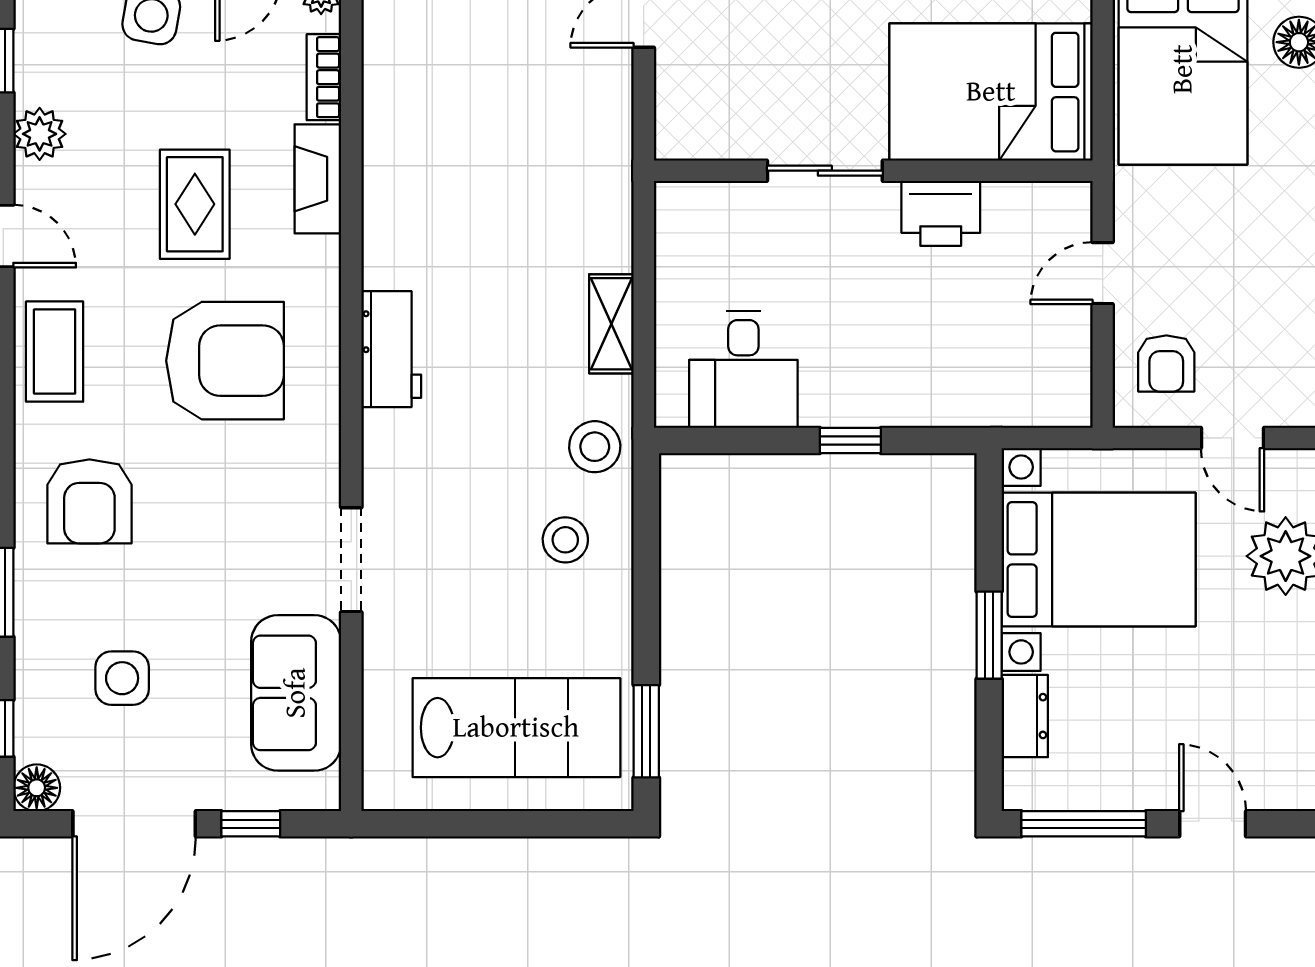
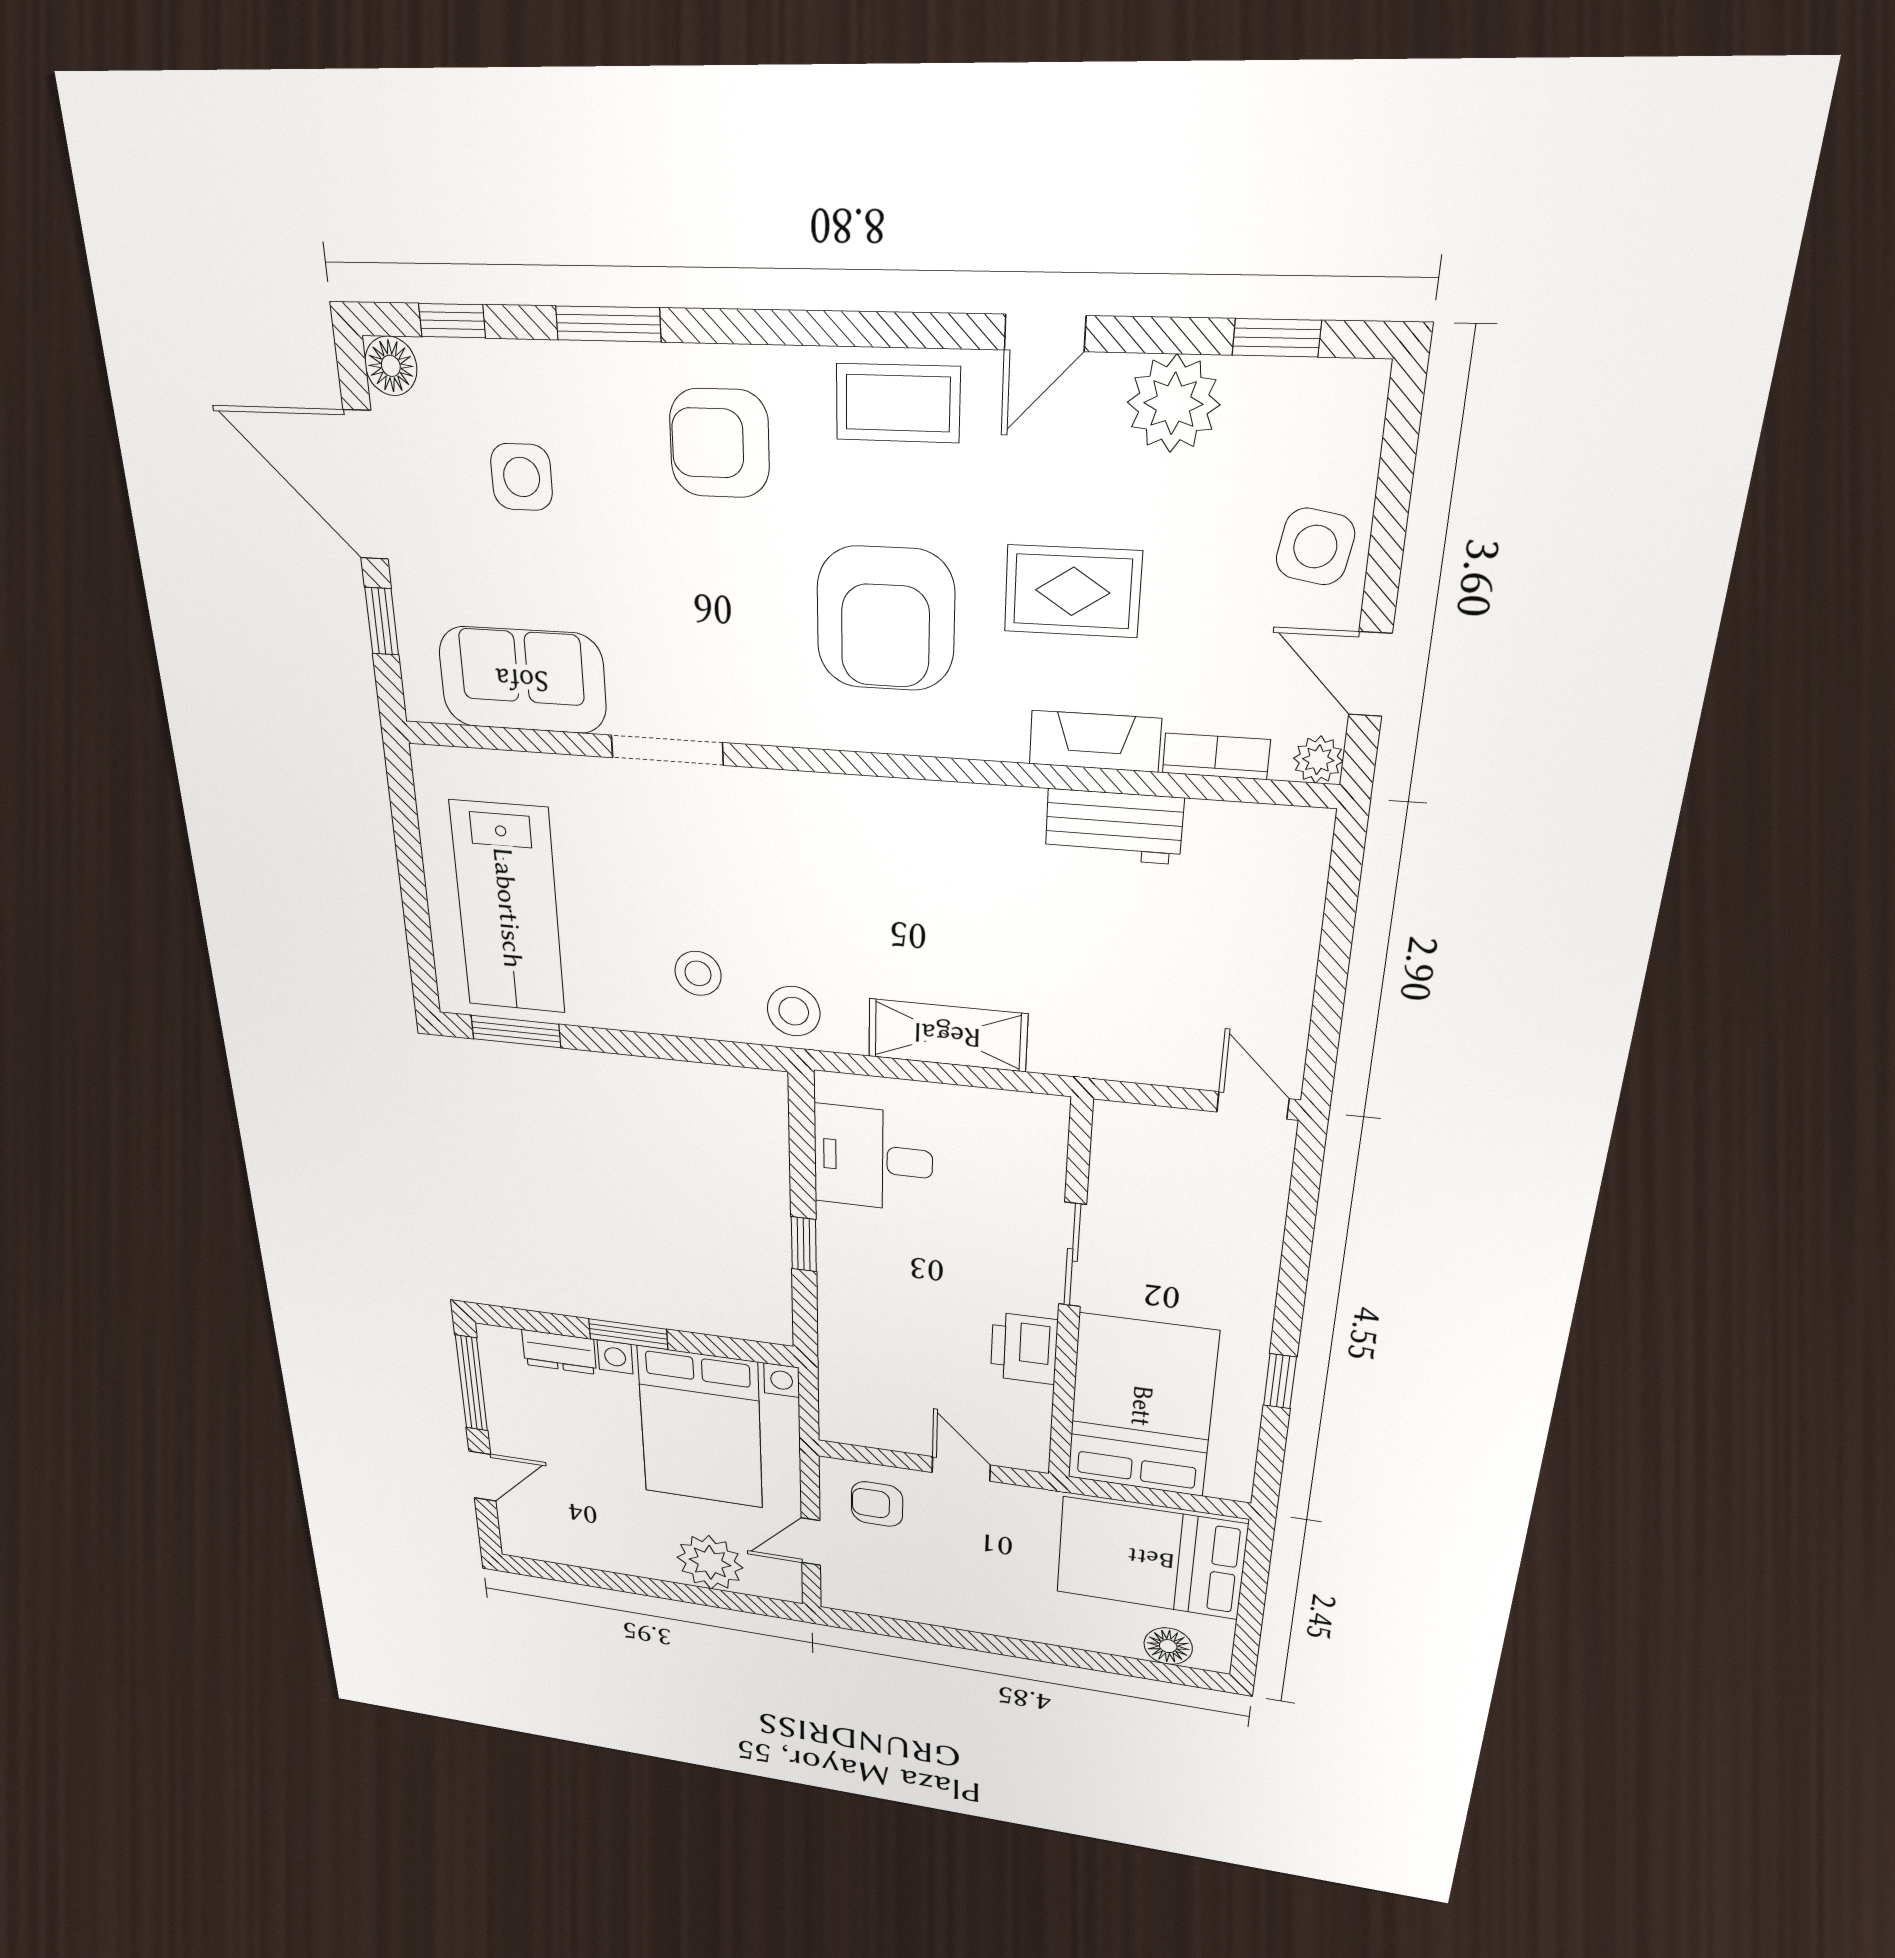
plant: (40, 134) -> (1173, 404), width x1.36, depth x1.36
shelving: (611, 324) -> (947, 1035), width x1.50, depth x1.33
workbench: (391, 349) -> (1114, 827), moved

